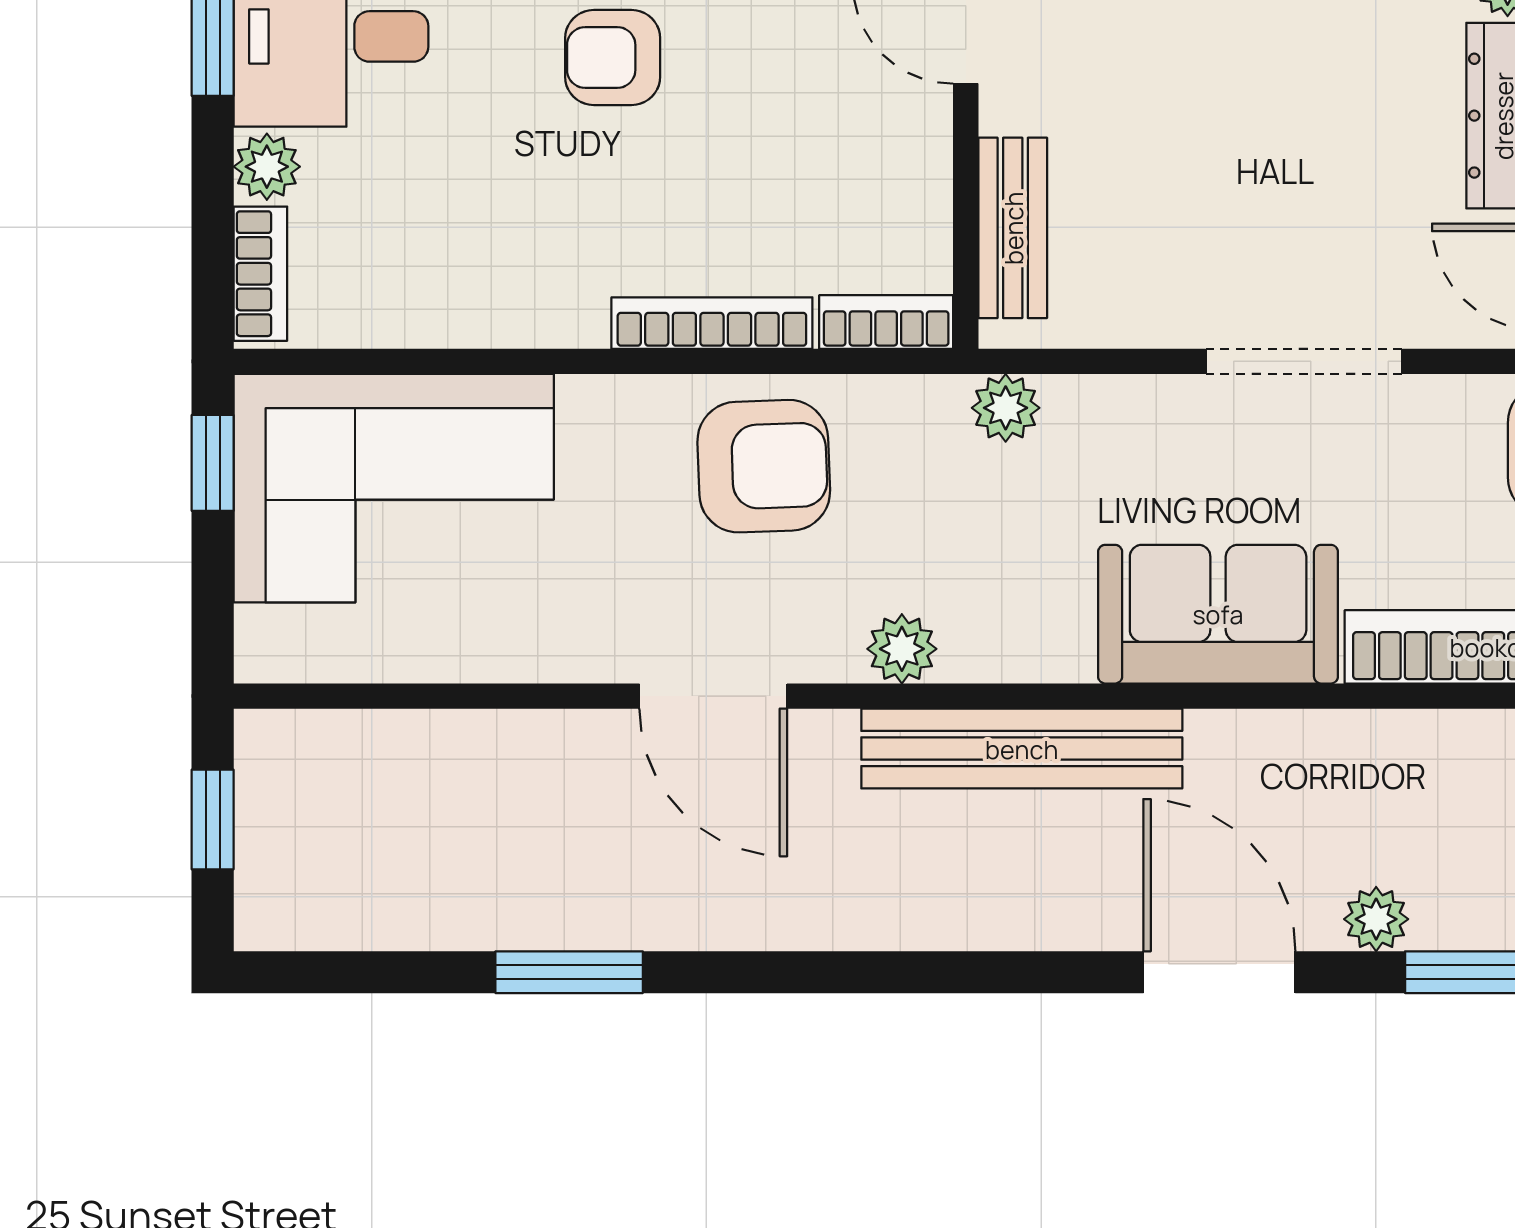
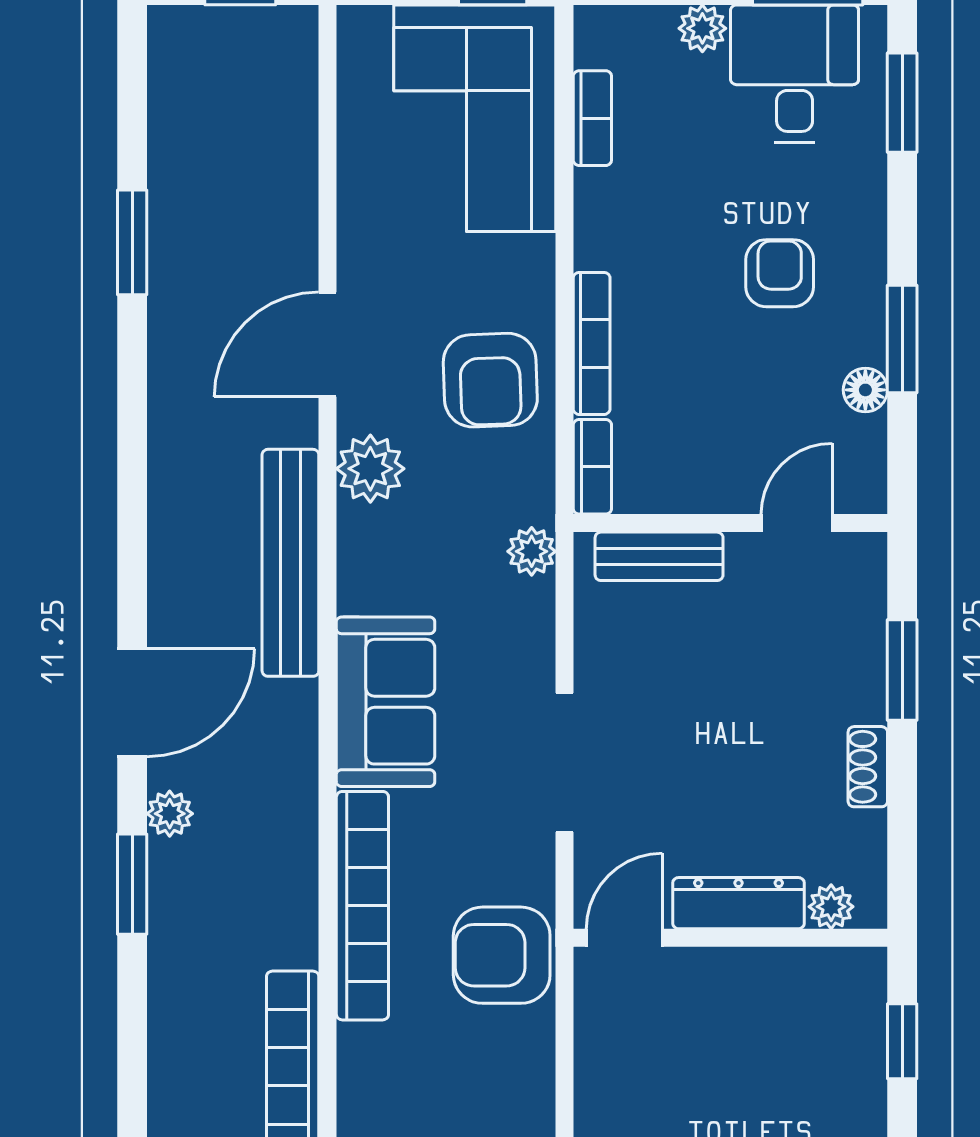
bookcase: (260, 274) -> (592, 118), moved, turned -90
plant: (902, 649) -> (370, 469), width x1.38, depth x1.38

